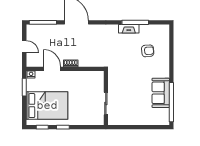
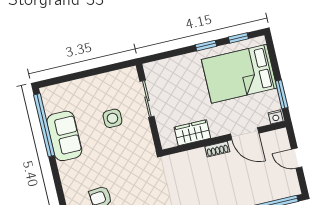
wardrobe: (83, 77) -> (192, 133), added
side table: (129, 97) -> (112, 118), added

